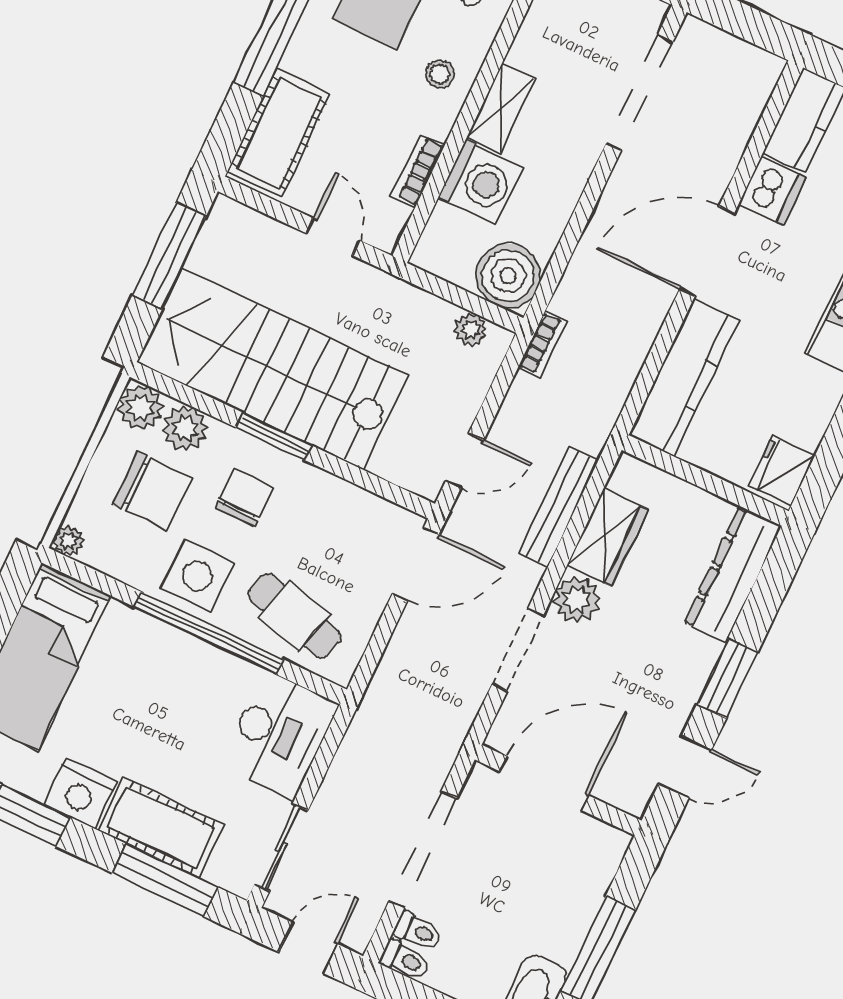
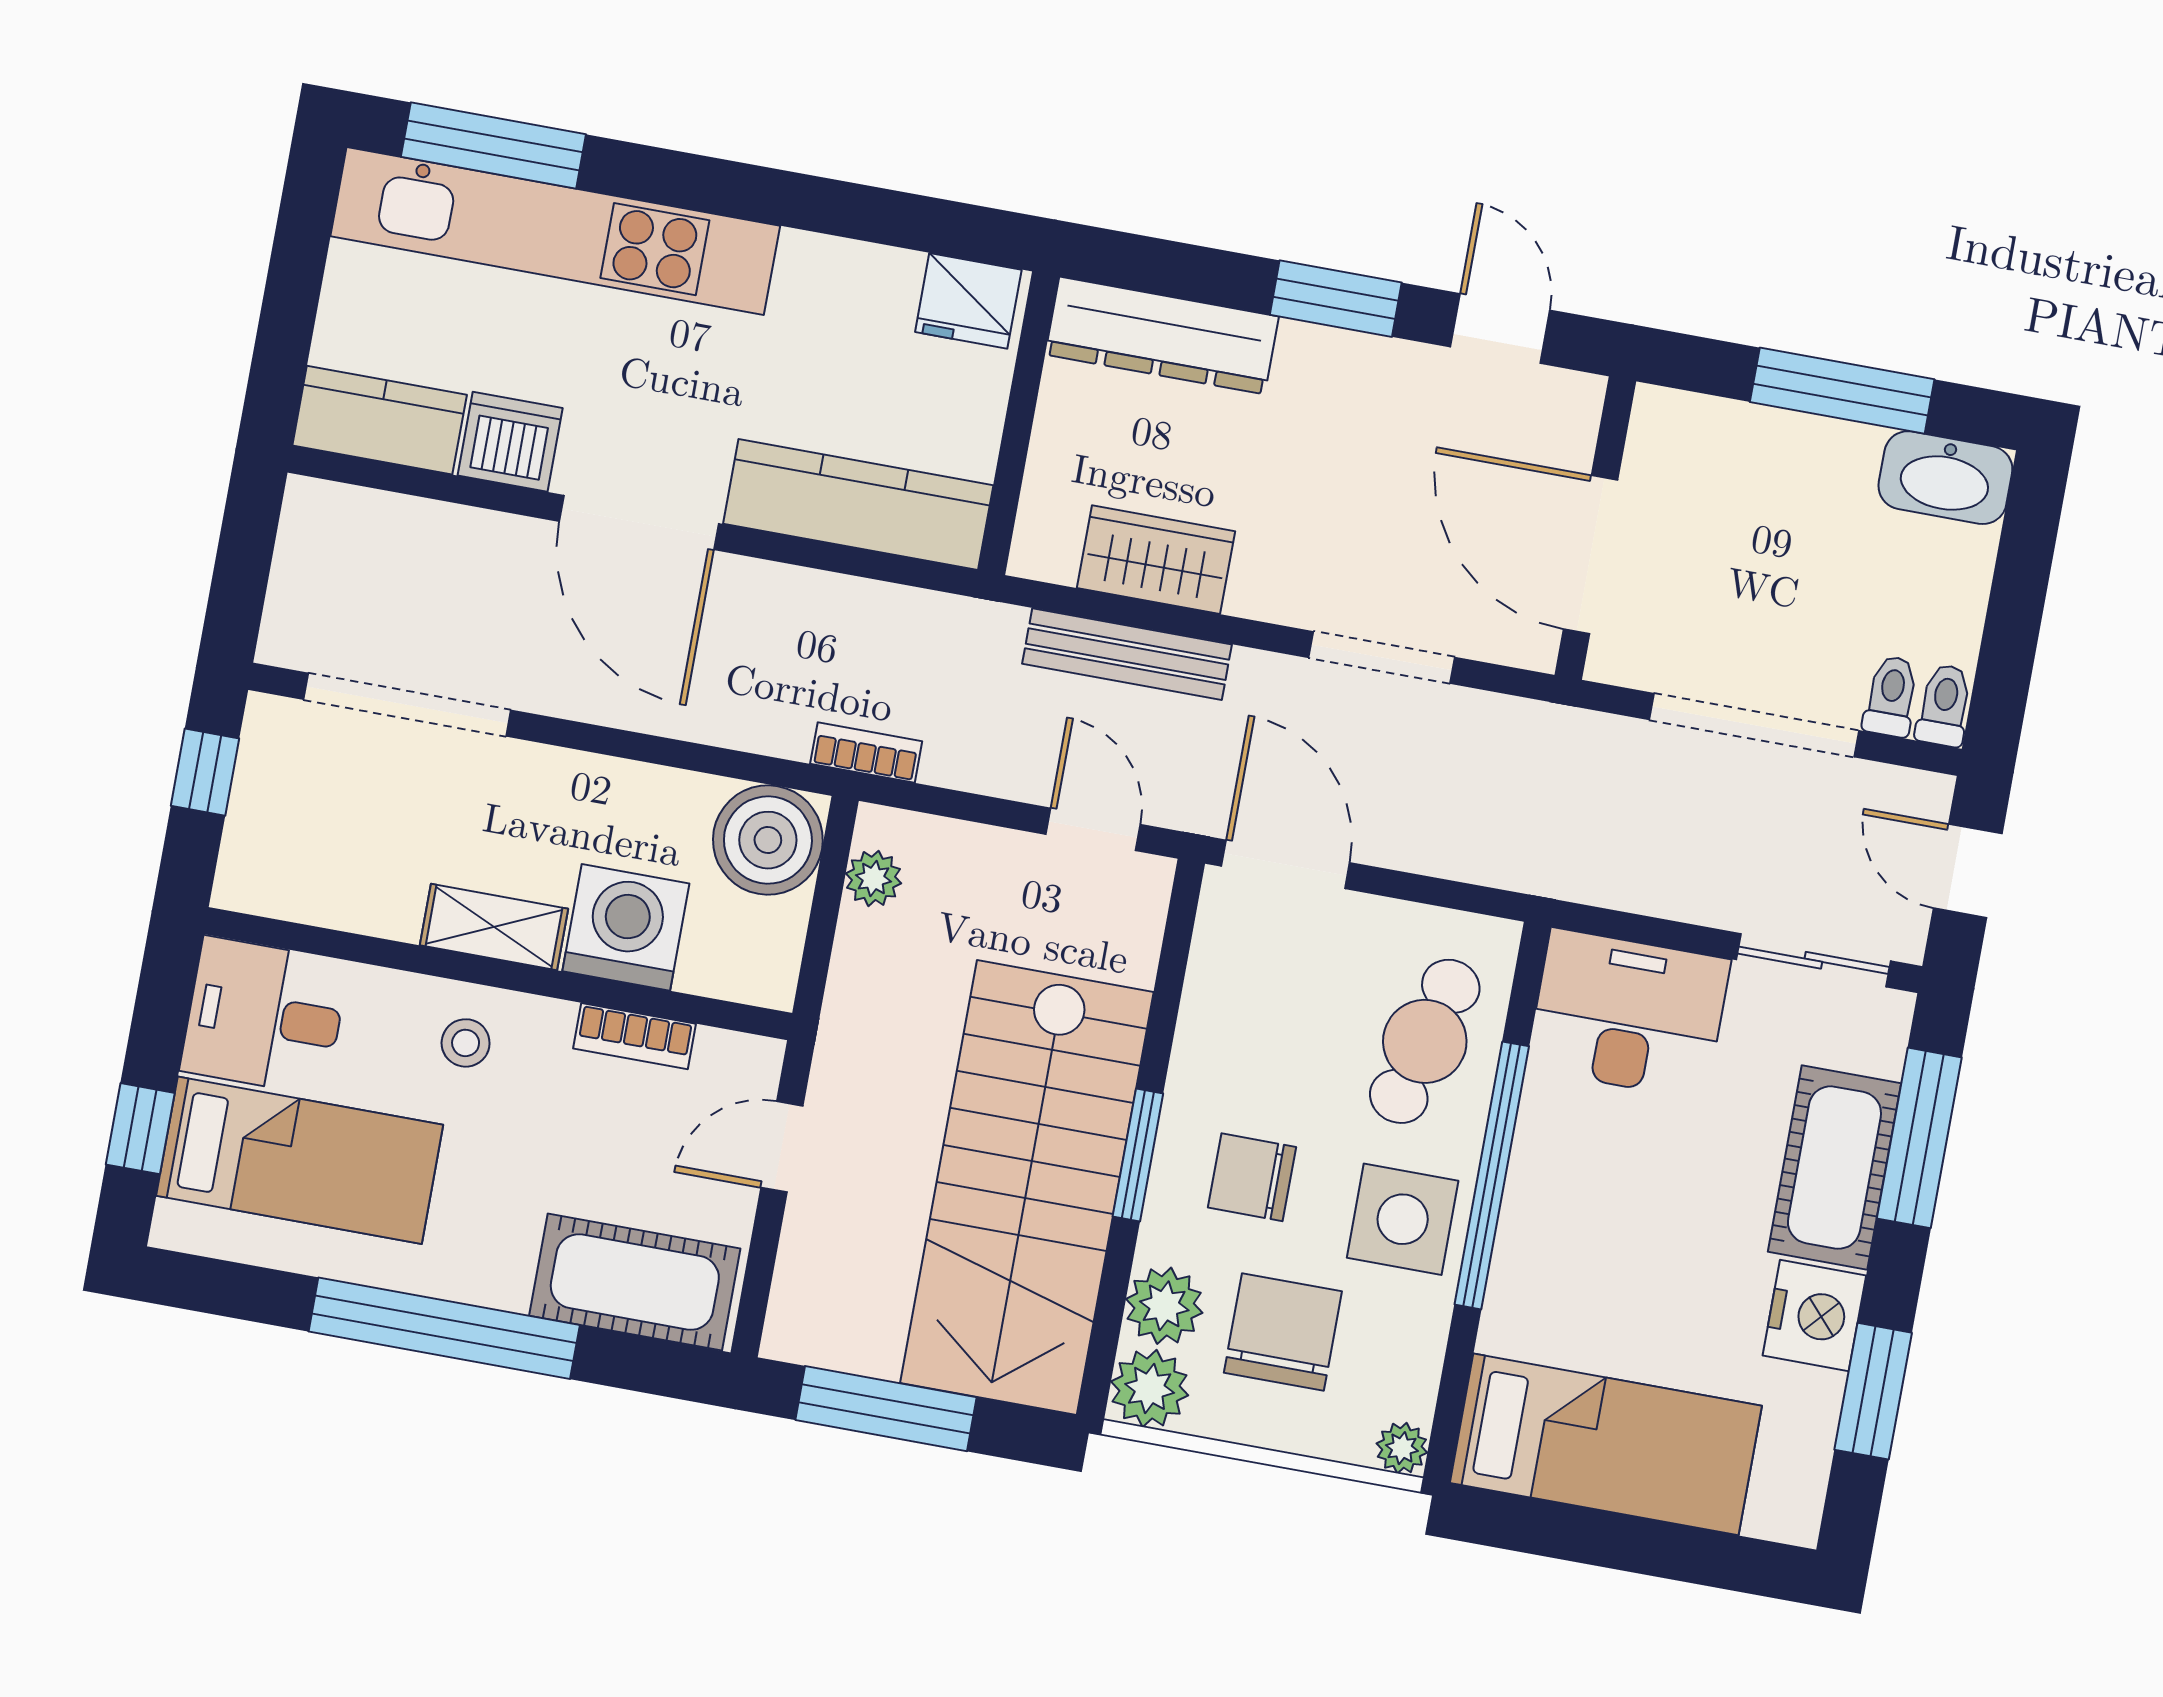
plant: (577, 599) -> (1272, 583), removed

